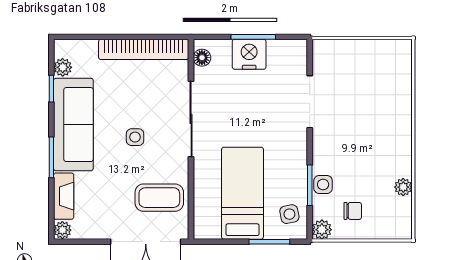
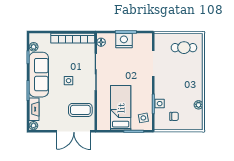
cafe table: (373, 69) -> (184, 48), added
plant: (322, 230) -> (159, 125), removed

